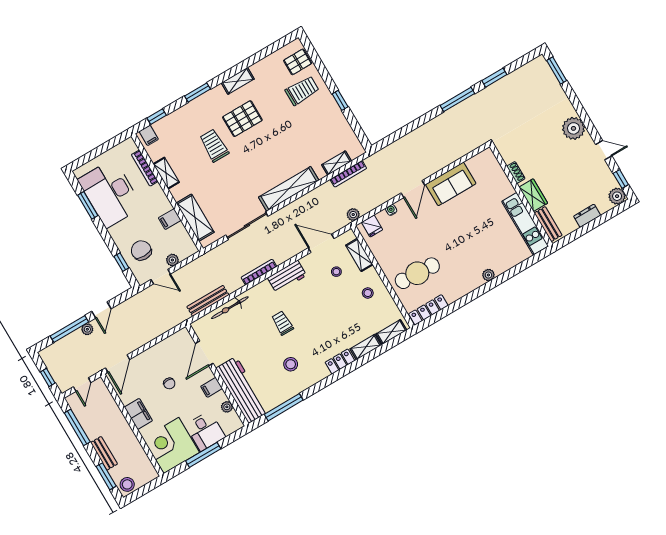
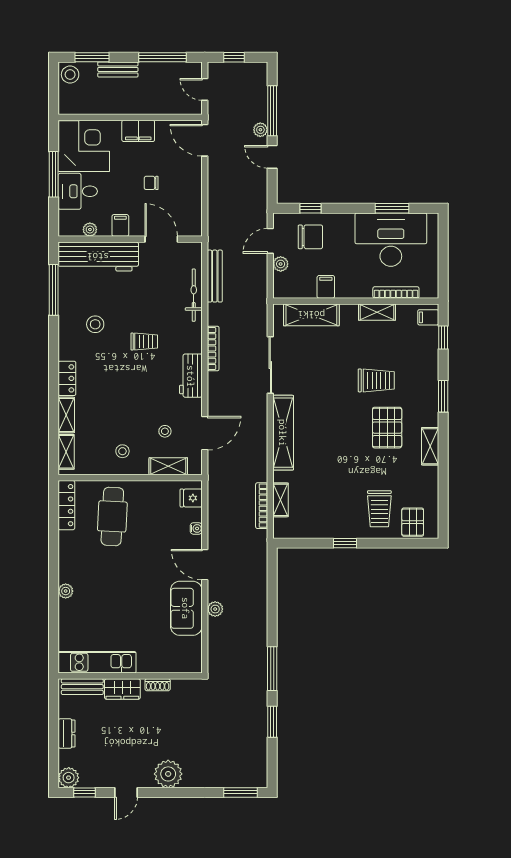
plant: (353, 215) -> (215, 609), moved

